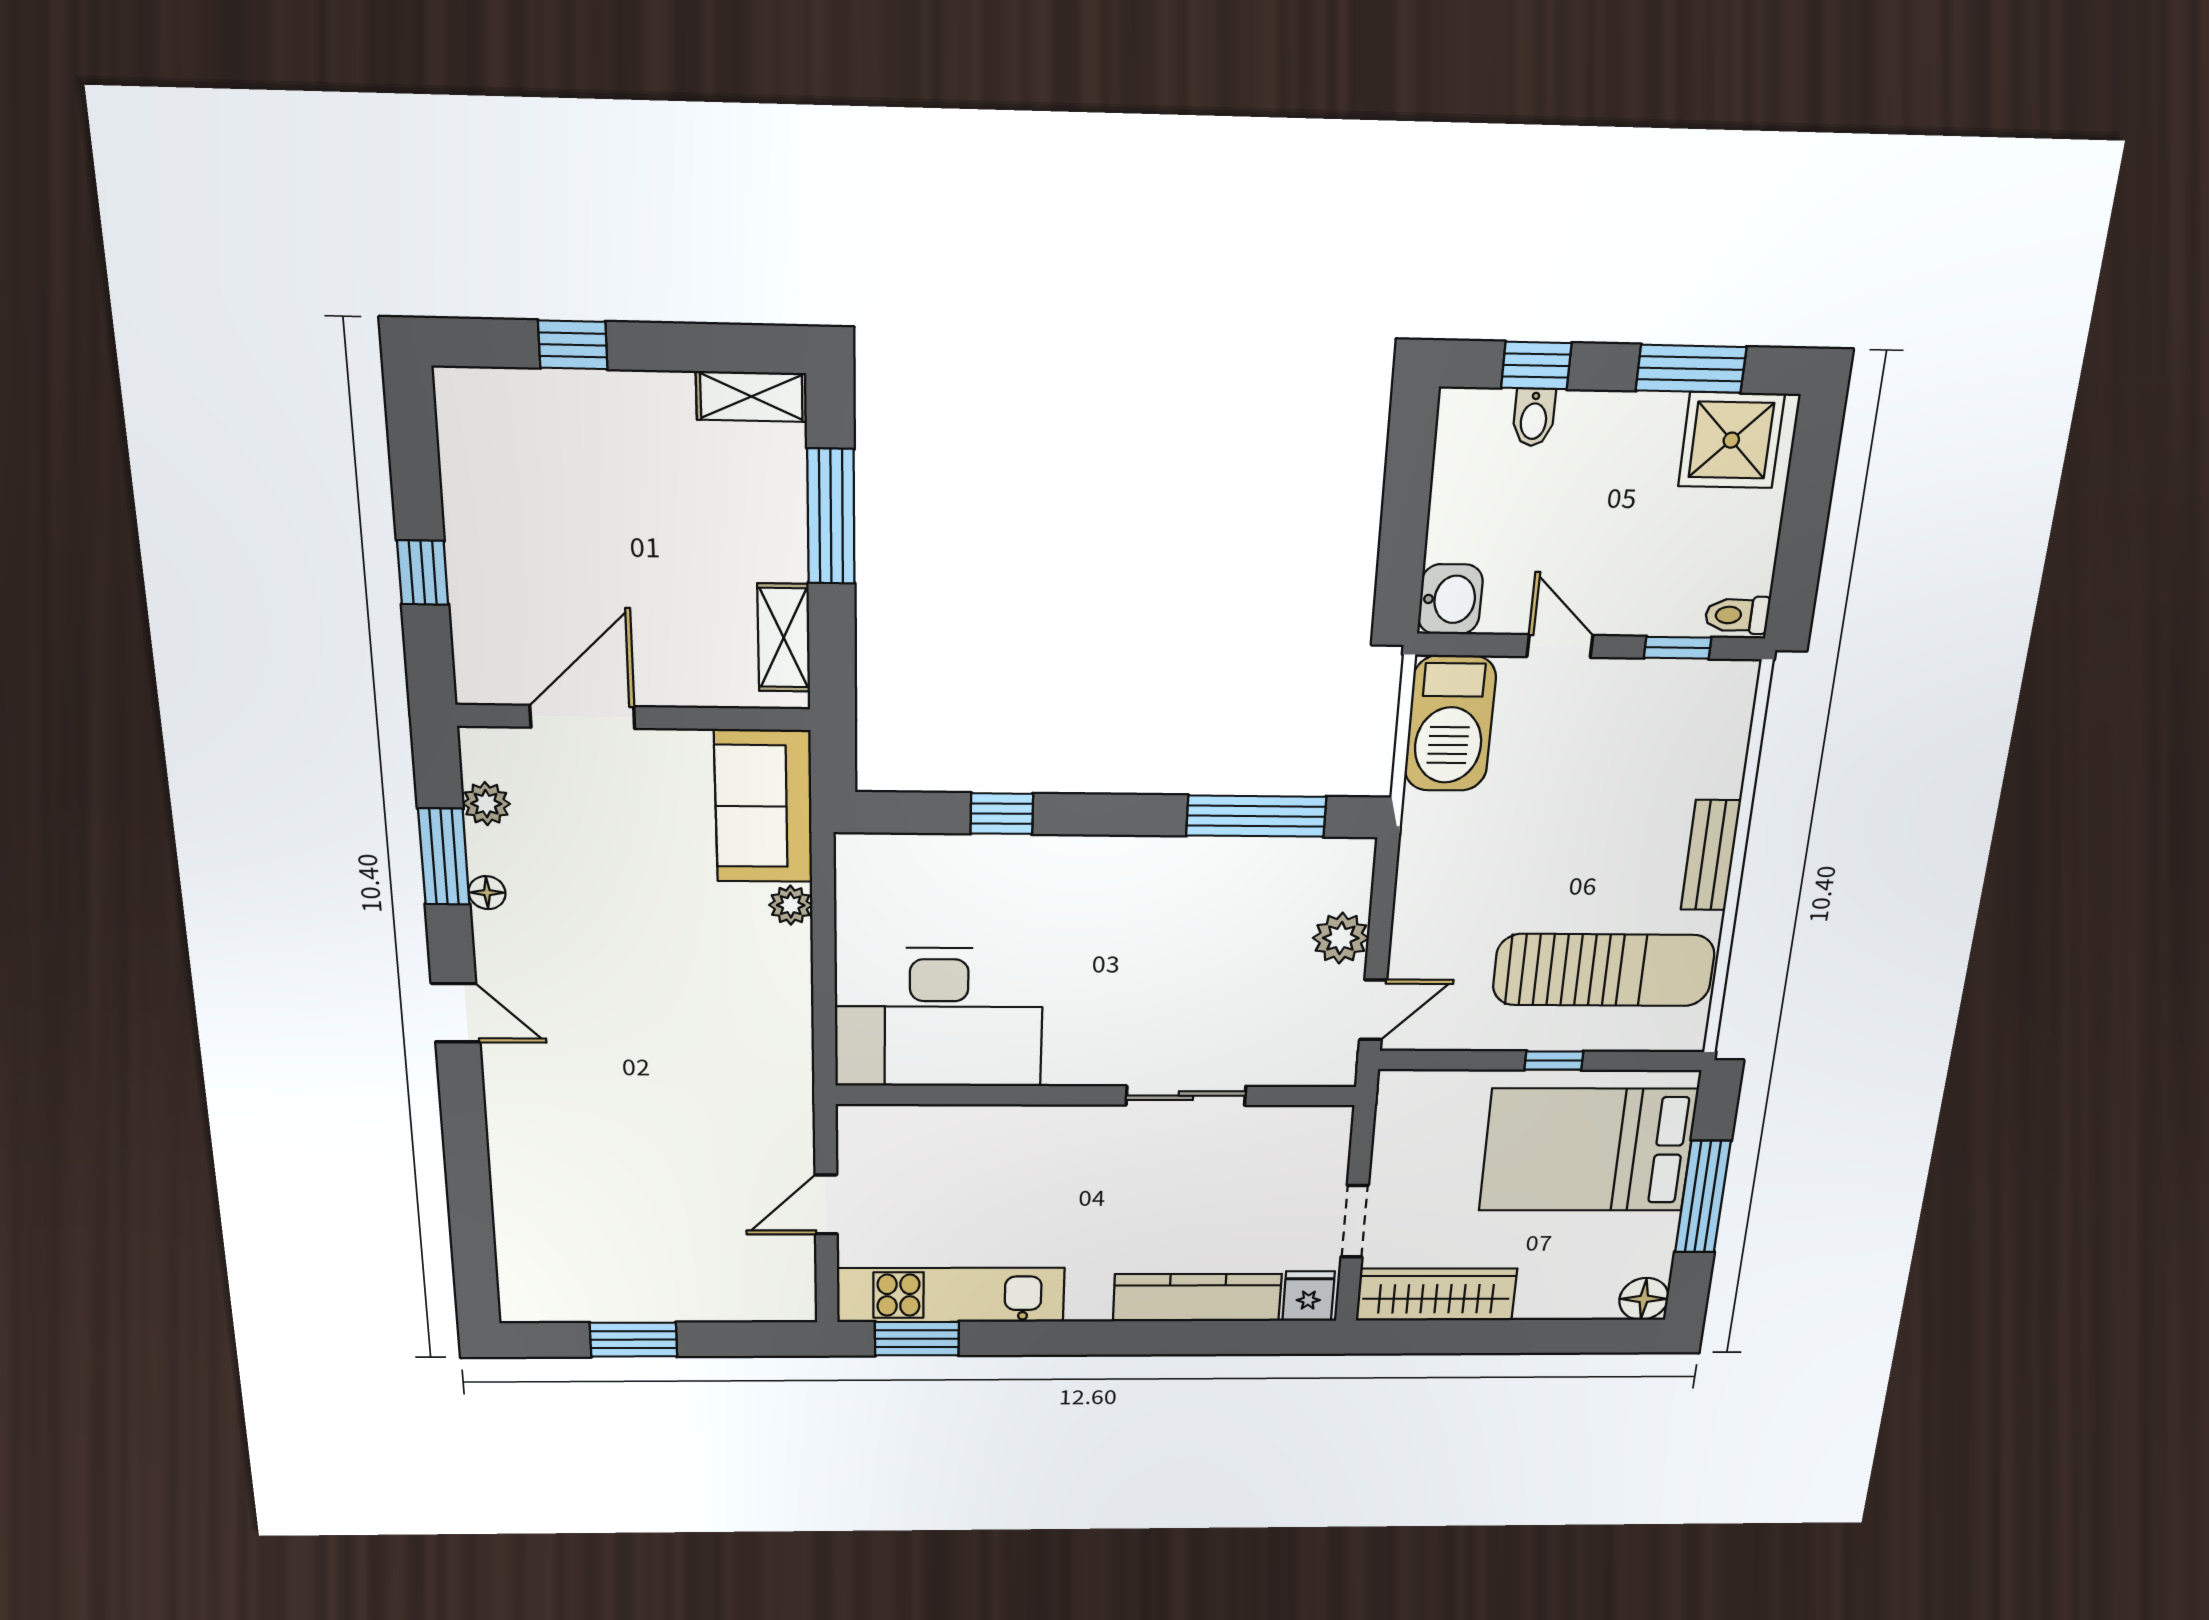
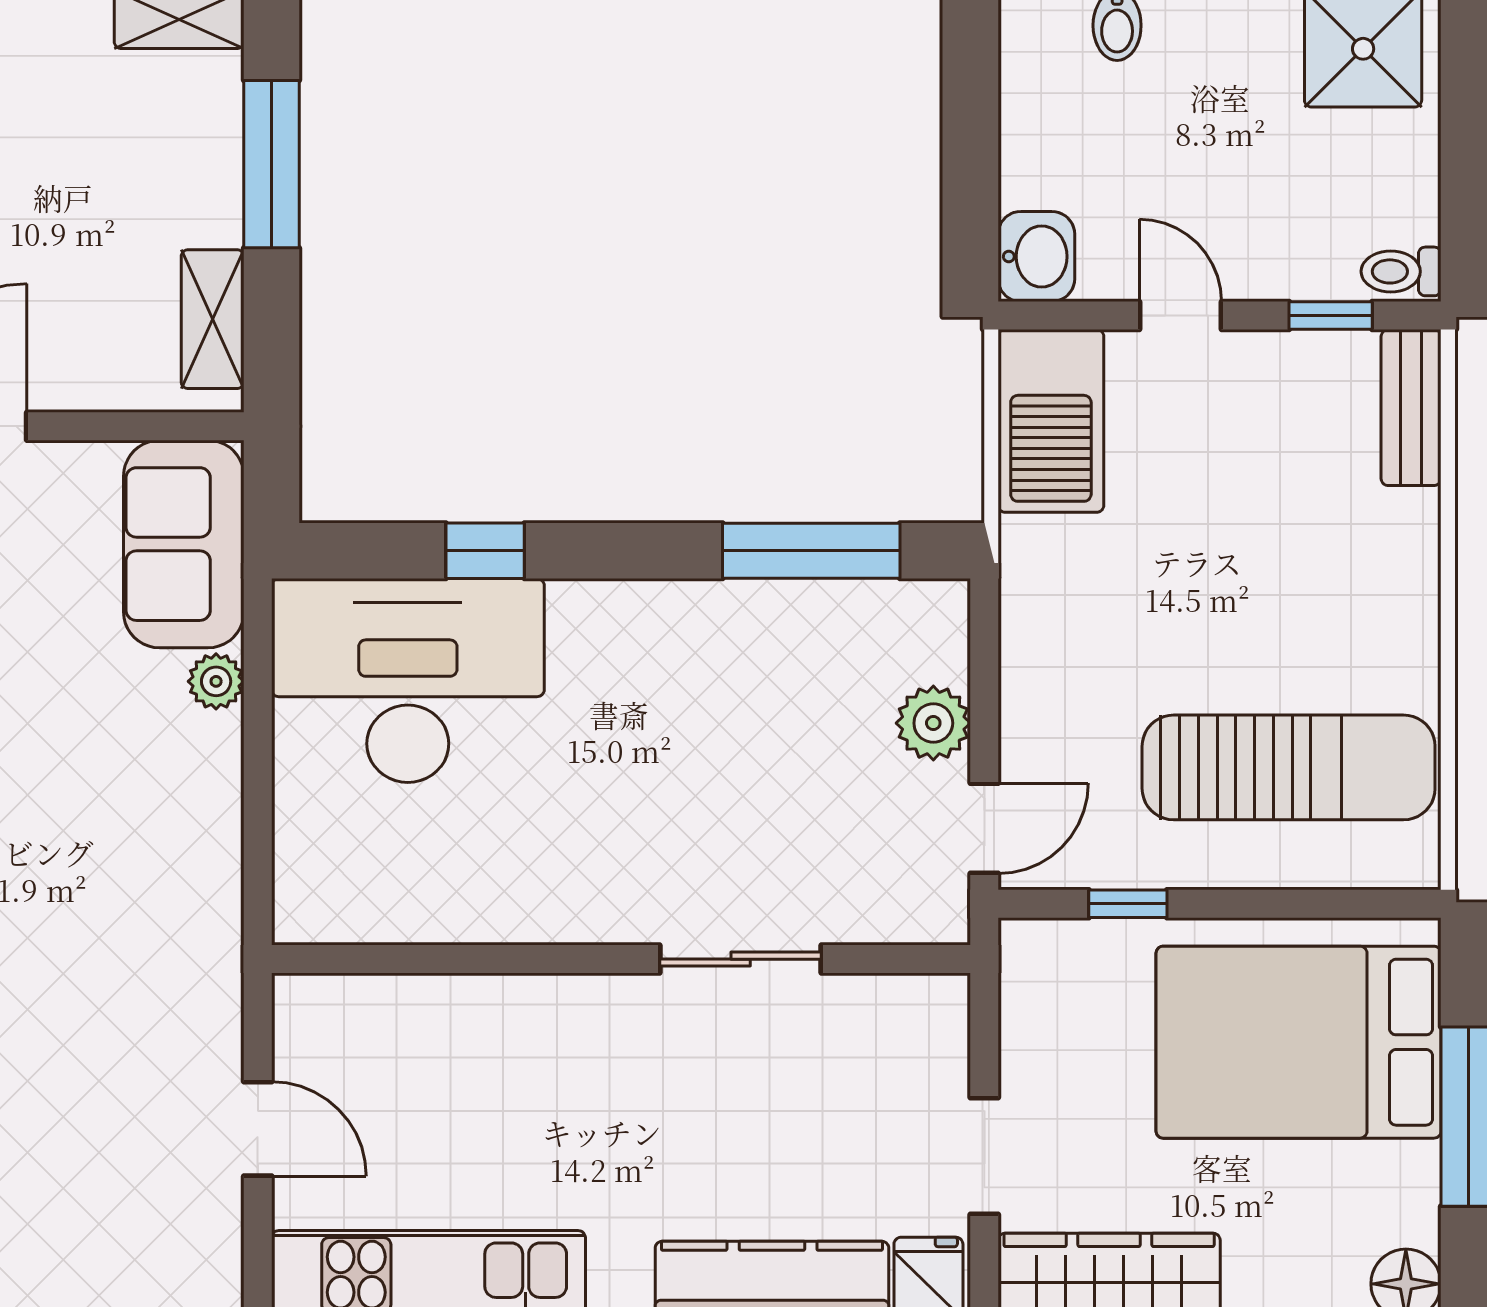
bench: (1711, 855) -> (1411, 408), moved
desk: (939, 1018) -> (408, 680), moved, turned 180
window: (1554, 1061) -> (1128, 904), moved
door: (826, 1204) -> (258, 1129), swing flipped

